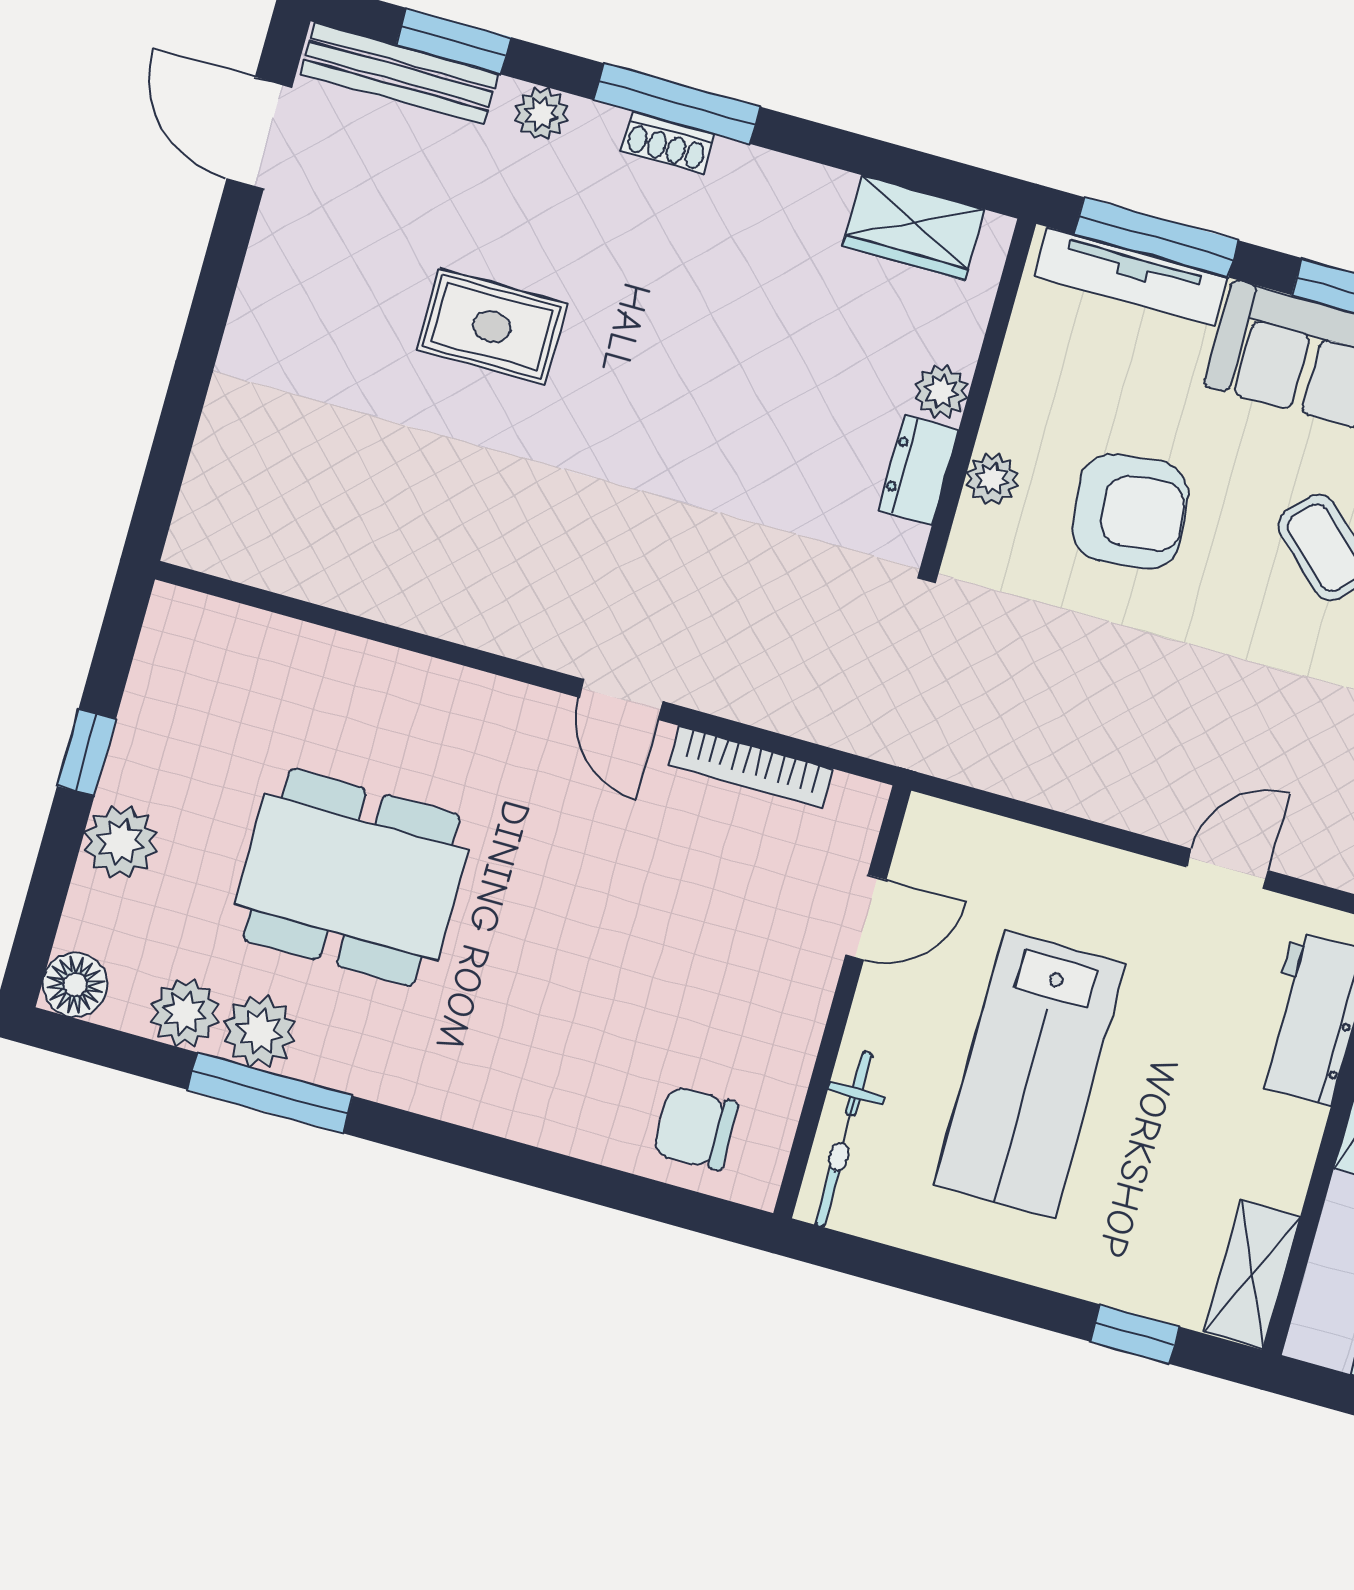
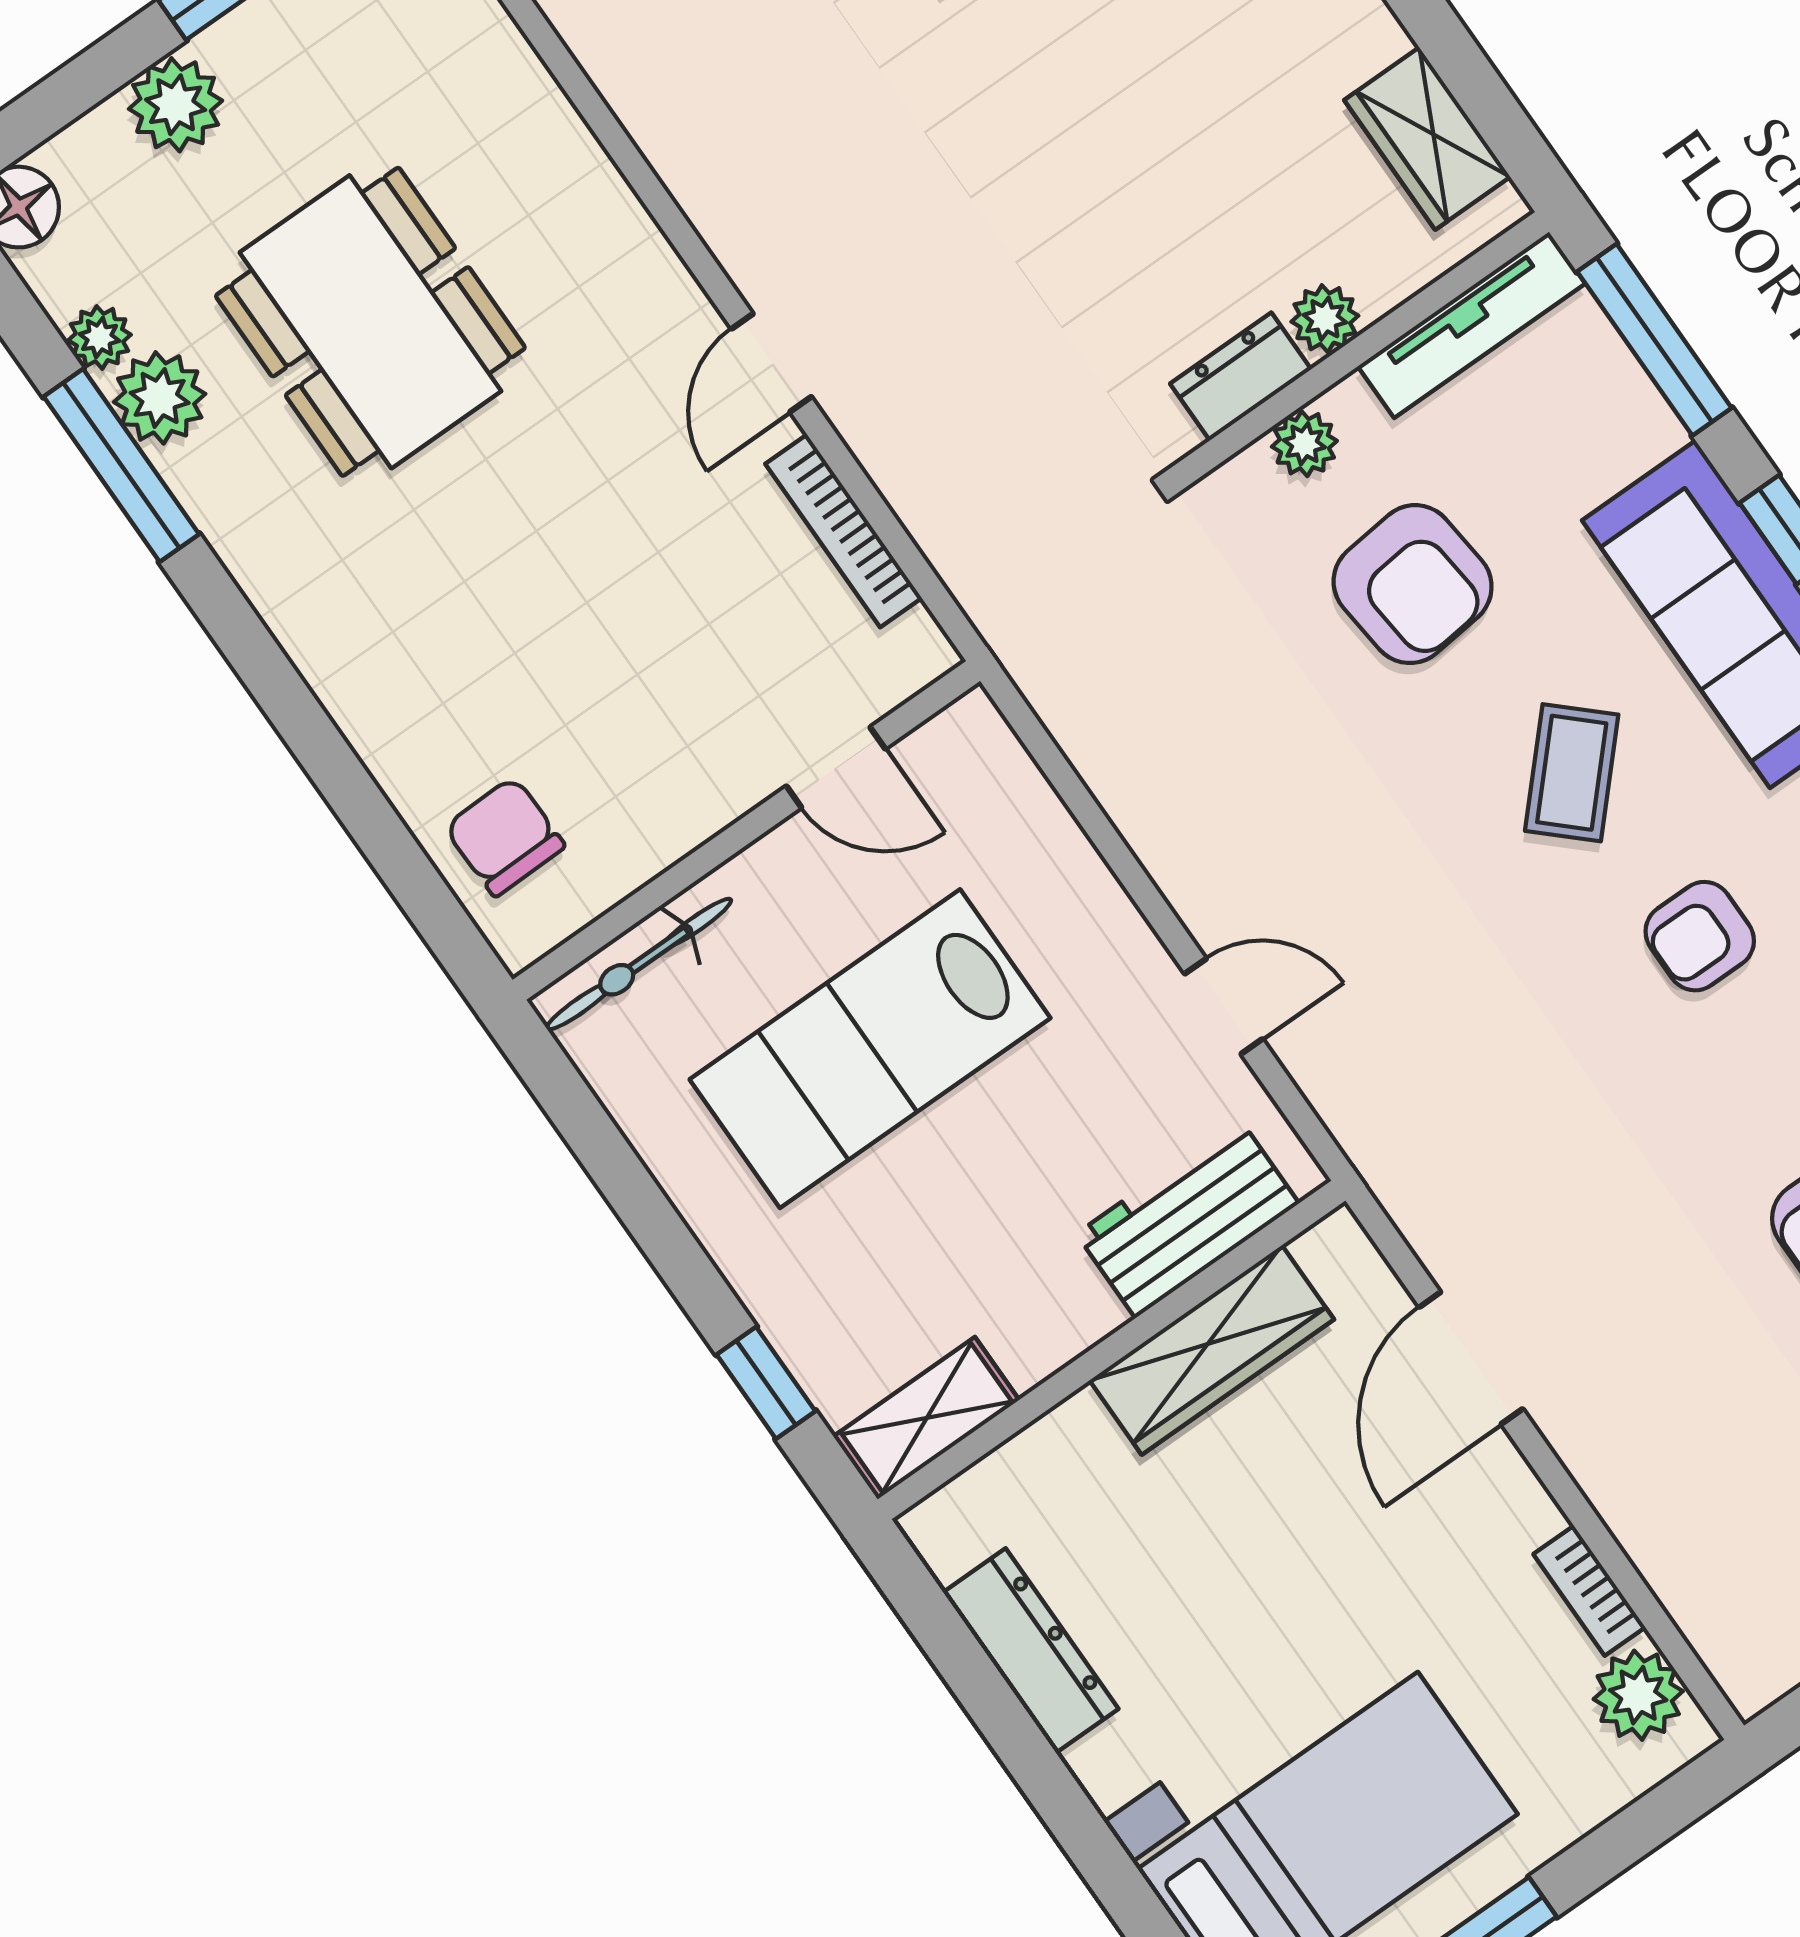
tv unit: (1131, 277) -> (1472, 325), moved, turned -90
plant: (185, 1013) -> (99, 337), width x0.73, depth x0.73

